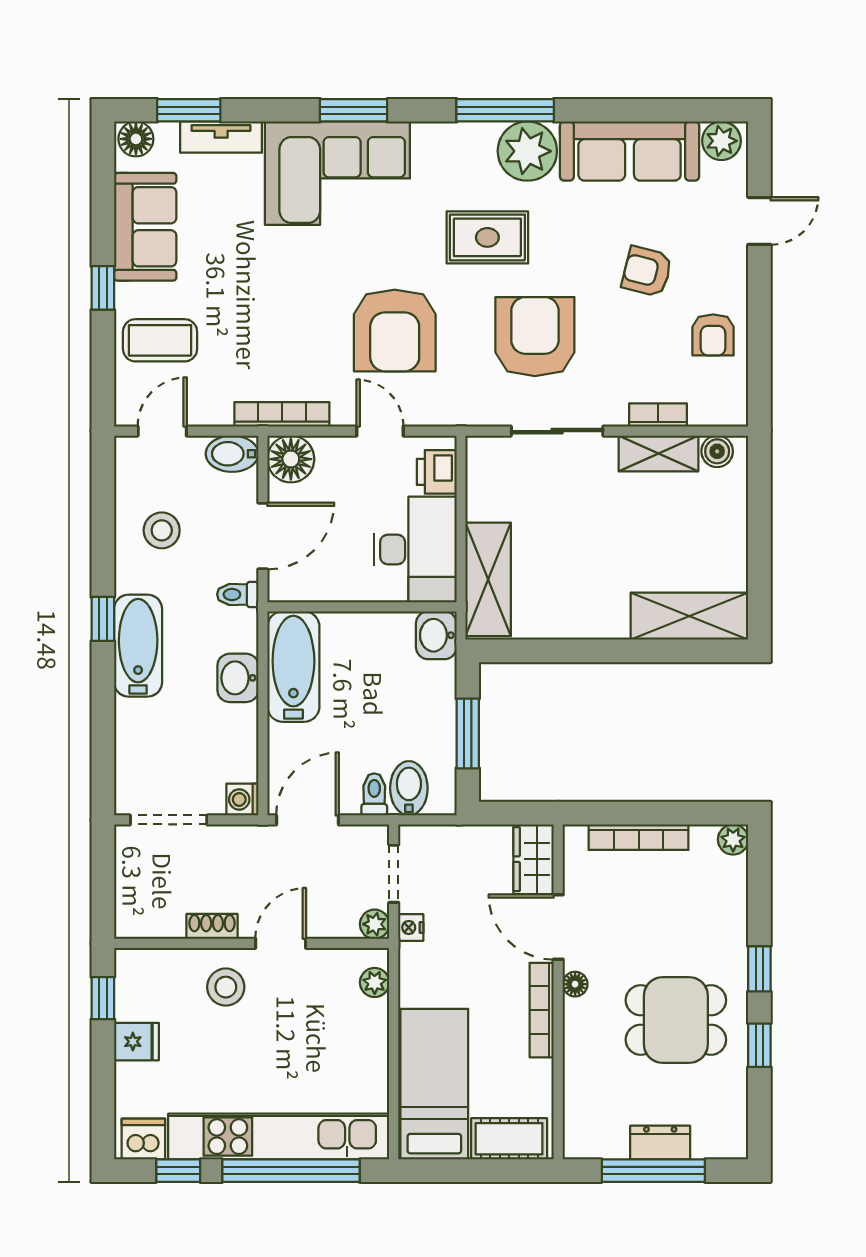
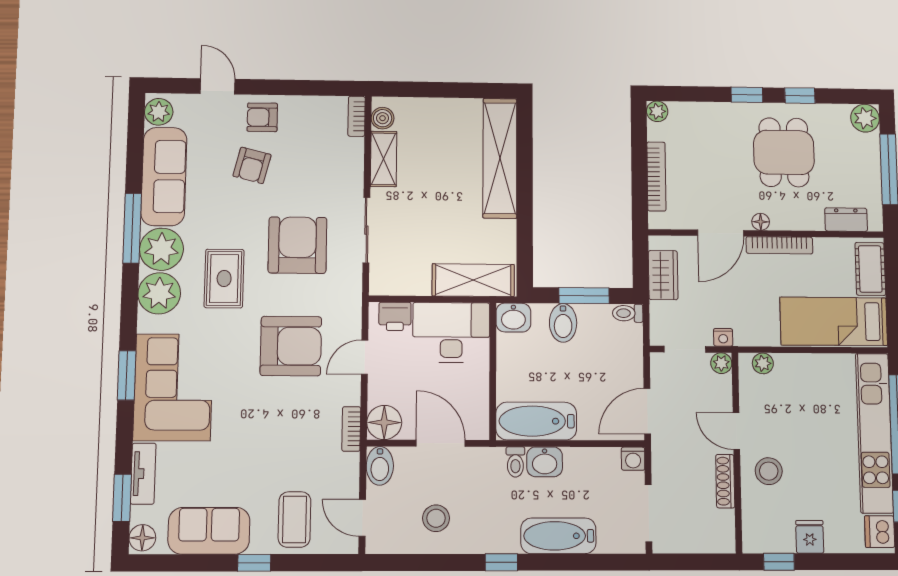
window: (505, 110) -> (132, 228), moved
plant: (466, 150) -> (159, 293), added
armchair: (713, 335) -> (262, 117), moved, turned 180
armchair: (535, 337) -> (297, 245), turned 90
bookcase: (282, 414) -> (351, 429), width x0.64
bookcase: (658, 415) -> (357, 116), moved
toilet: (238, 594) -> (515, 462), moved
shelving: (689, 616) -> (500, 158), width x1.47
bathtub: (138, 646) -> (558, 536), moved
bidet: (409, 788) -> (563, 323), moved, turned -90
toilet: (374, 794) -> (628, 313), moved
door: (307, 820) -> (647, 411), hinge flipped
wardrobe: (534, 859) -> (663, 275), moved, turned -90
shoe rack: (212, 926) -> (725, 481), width x1.43
plant: (728, 1139) -> (865, 118), added
dresser: (660, 1143) -> (846, 220), moved, turned 90

